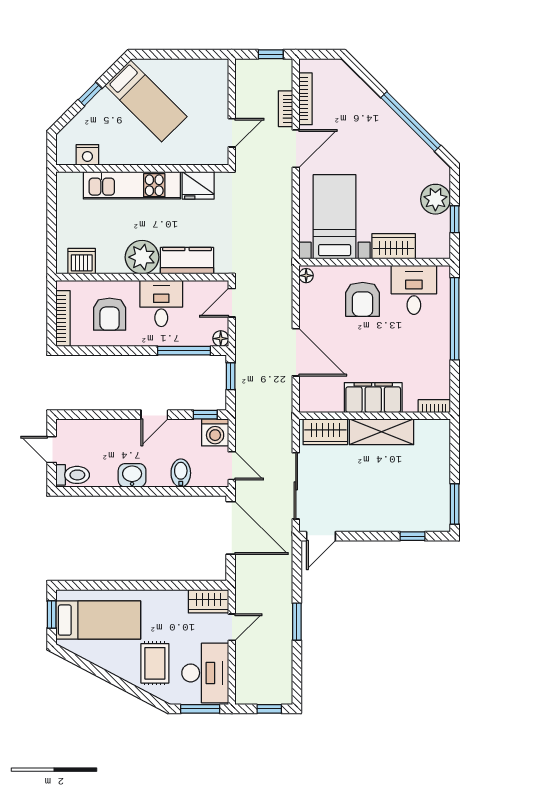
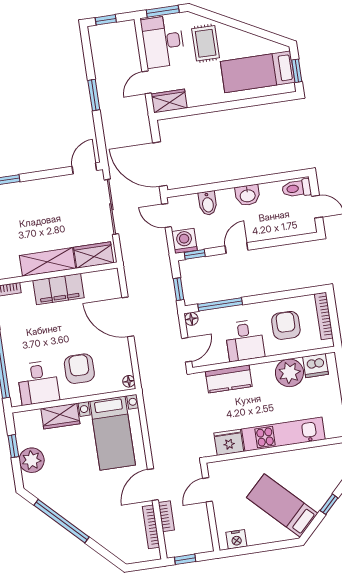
nightstand: (87, 155) -> (236, 539), moved, turned 180
plant: (142, 257) -> (289, 373), moved

